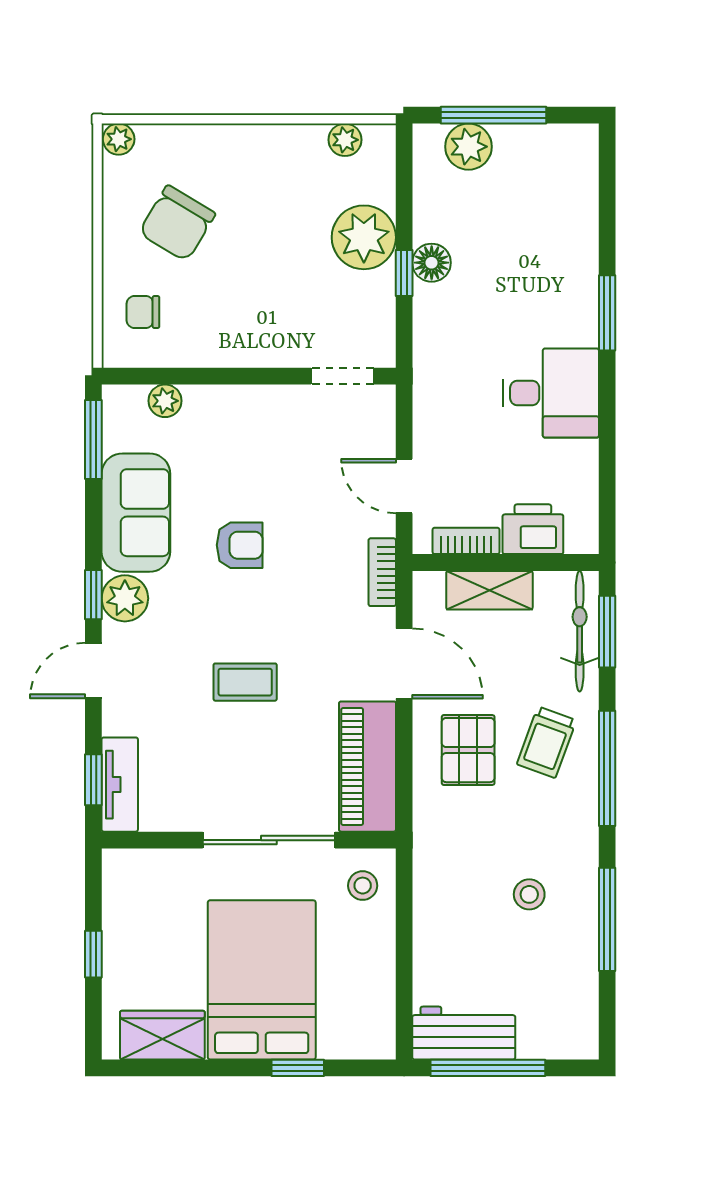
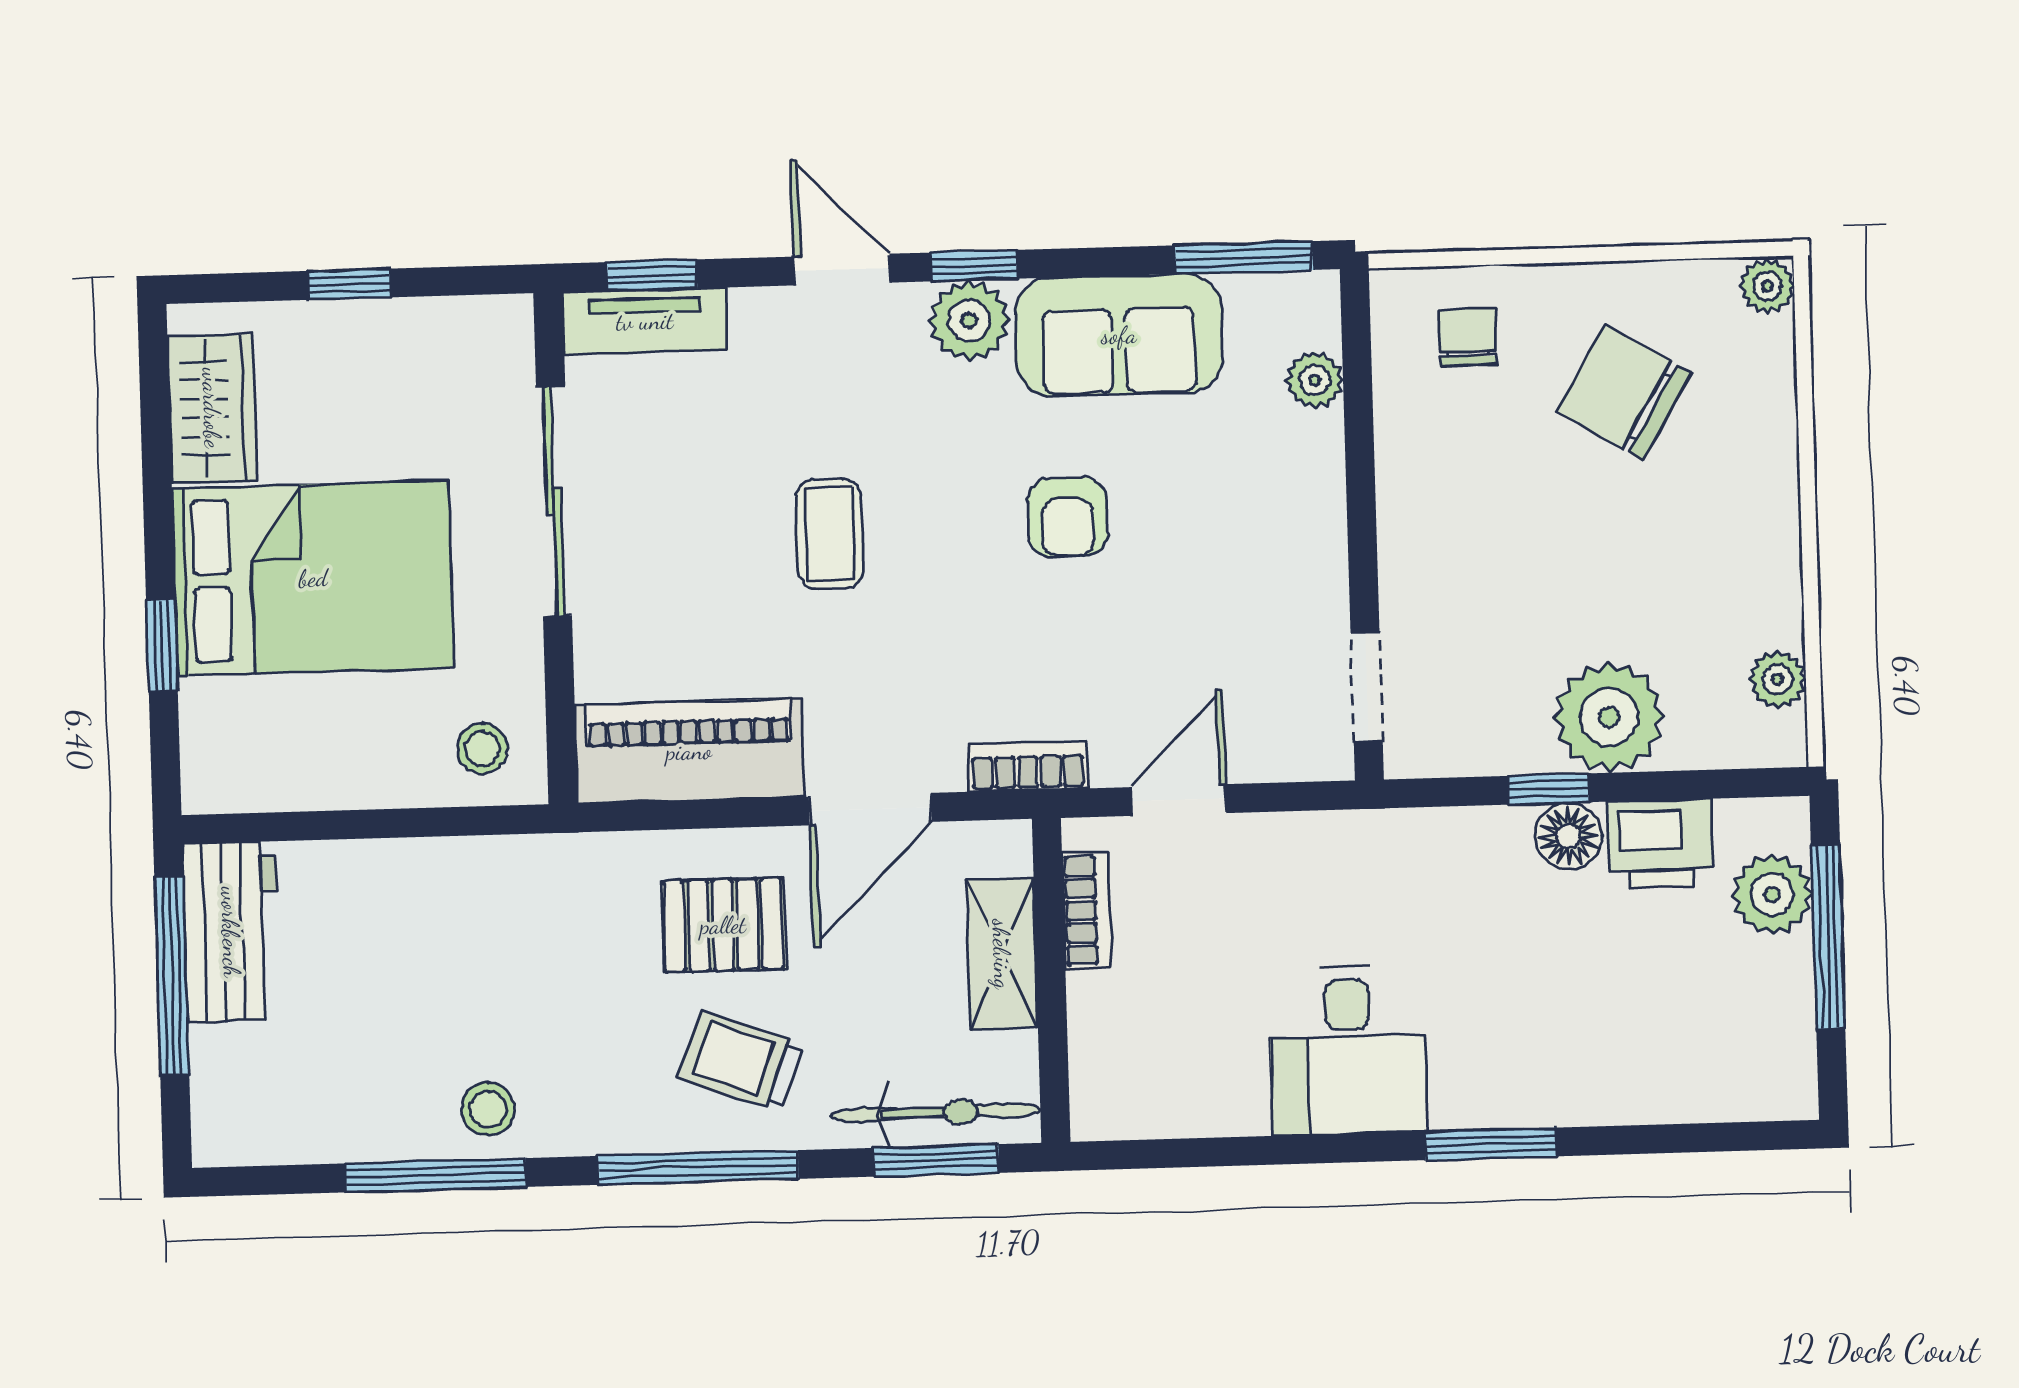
printer: (533, 529) -> (1660, 844), moved, turned 90
sliding door: (269, 840) -> (554, 501), moved
stool: (529, 894) -> (488, 1109), moved

